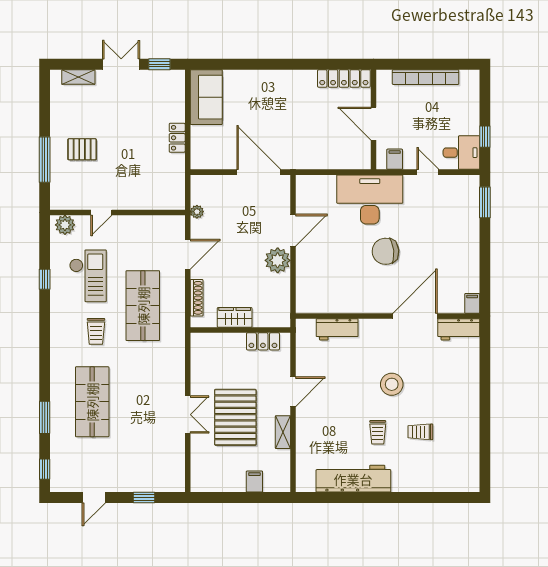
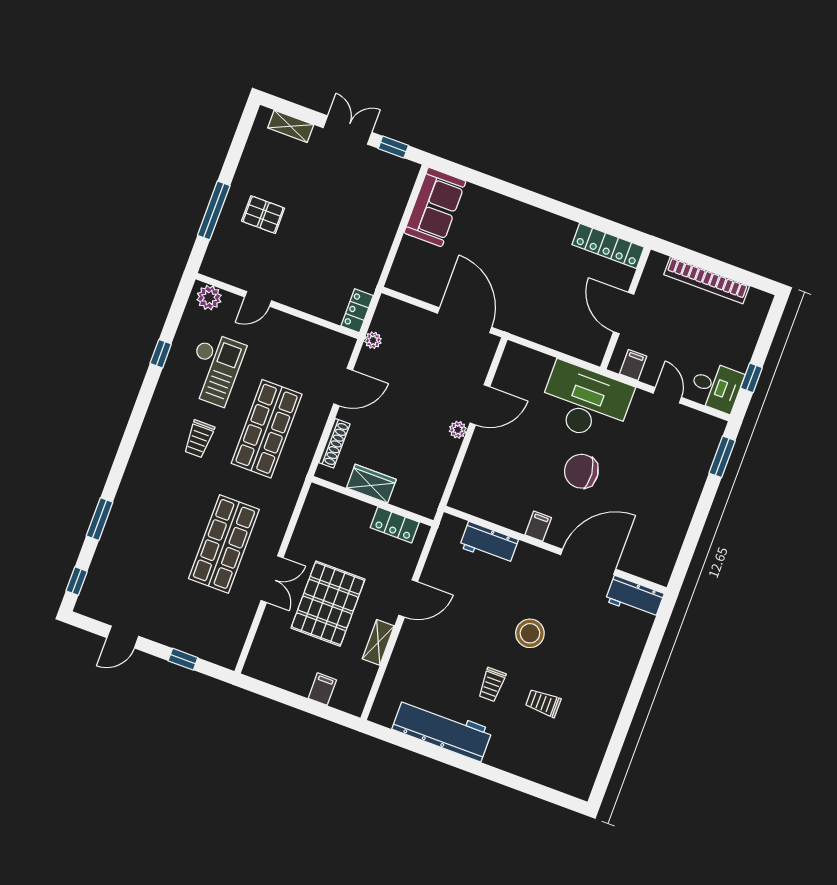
locker: (177, 138) -> (357, 311), moved
plant: (278, 260) -> (458, 430), width x0.53, depth x0.53
filing cabinet: (472, 303) -> (538, 526), moved
shop shelf: (92, 402) -> (224, 544), moved

